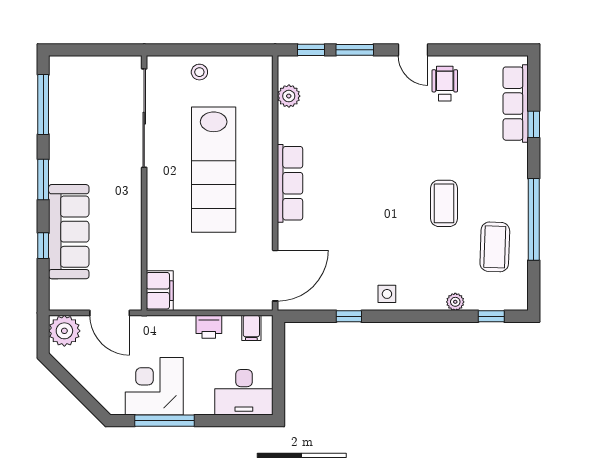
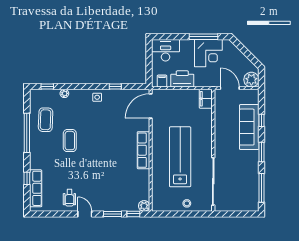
plant: (289, 96) -> (144, 206), moved
printer: (209, 327) -> (182, 79), width x1.87, depth x1.48

